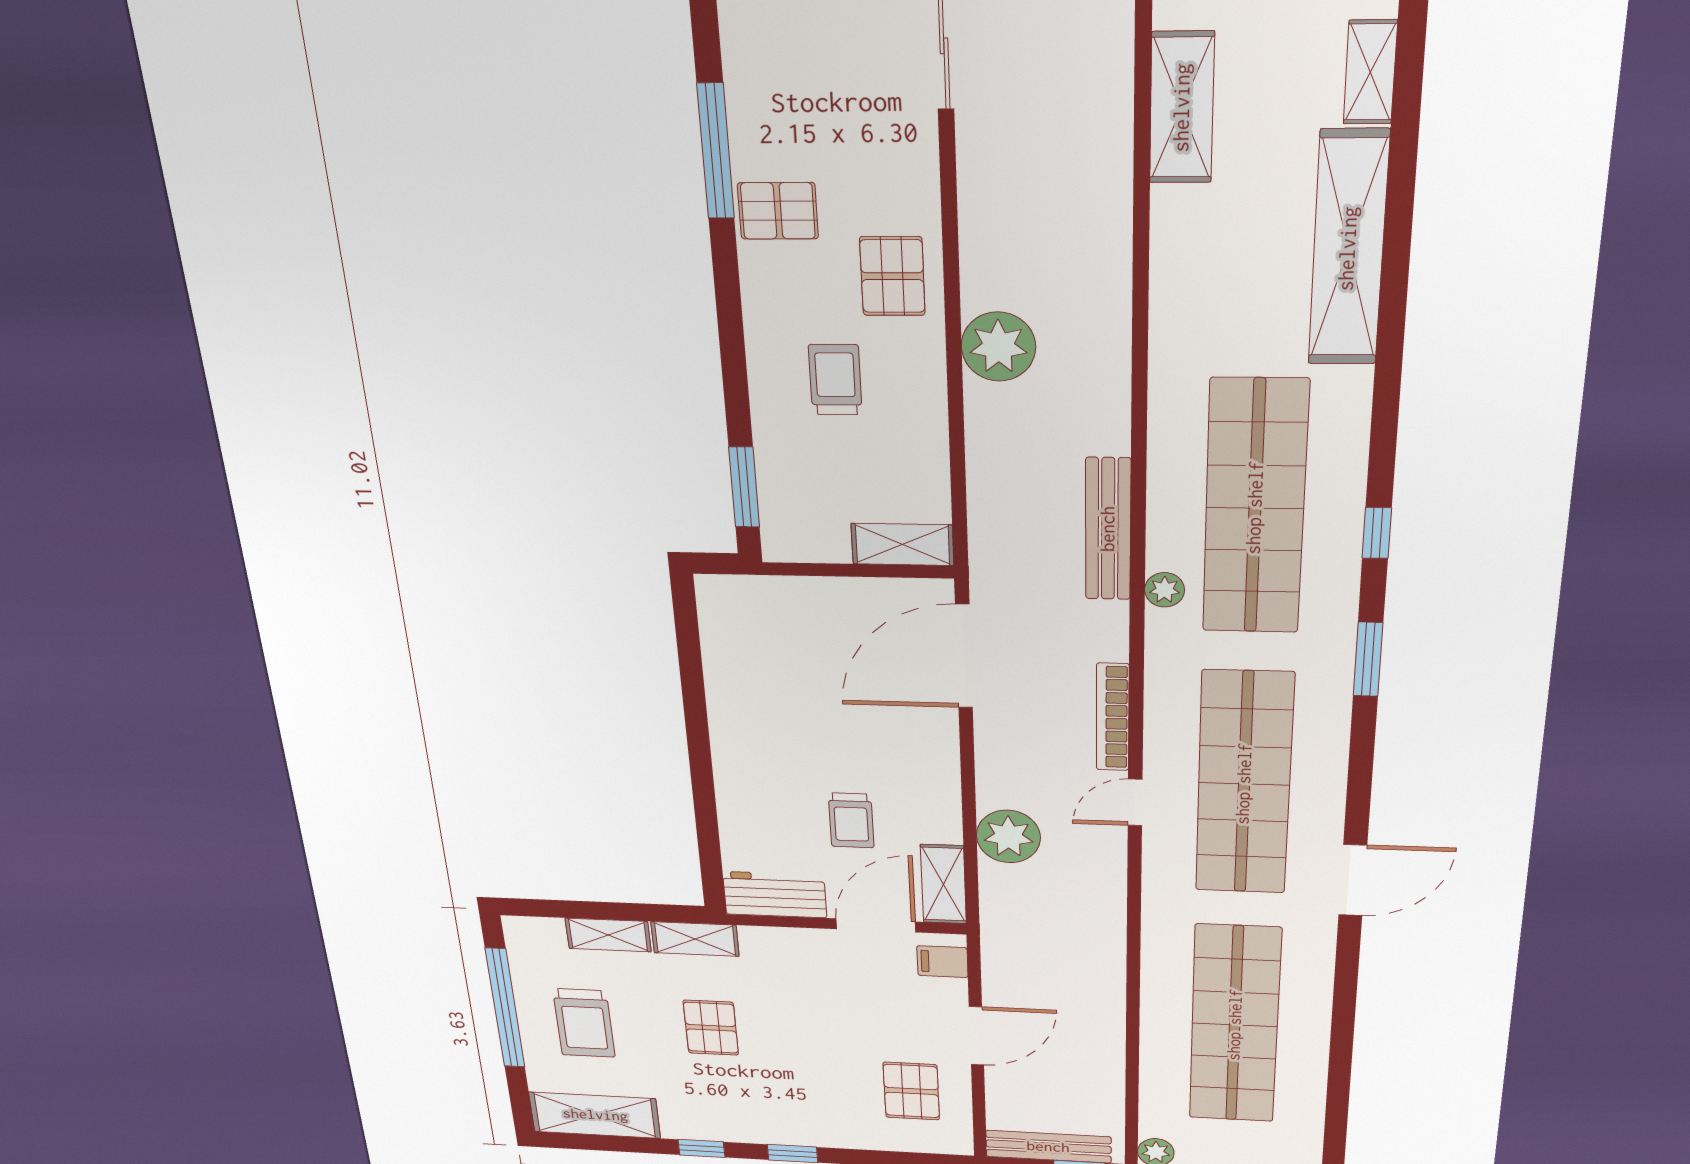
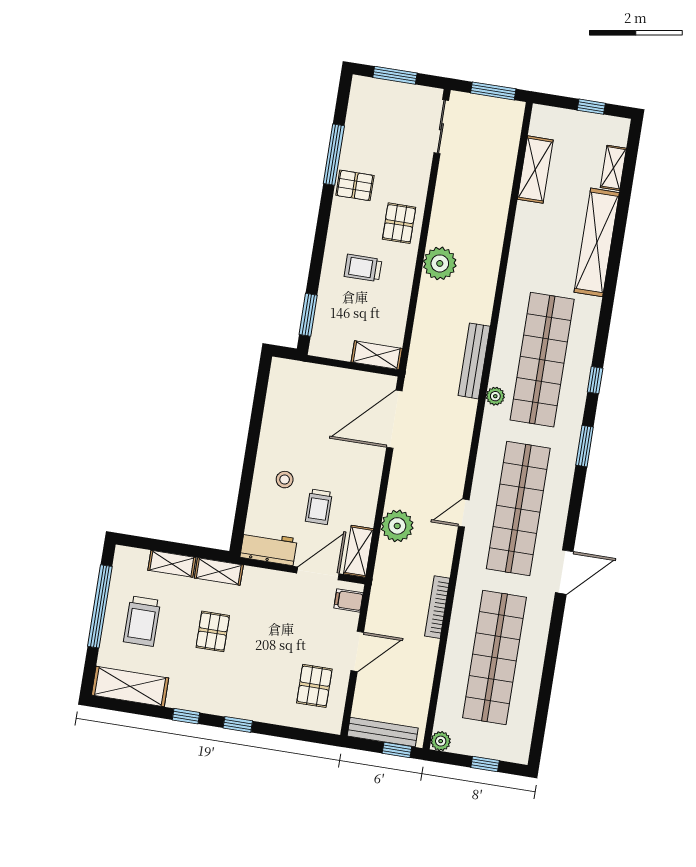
trolley: (835, 380) -> (363, 268), turned -90
bookcase: (1113, 717) -> (437, 607), moved
stool: (775, 783) -> (285, 480), added

